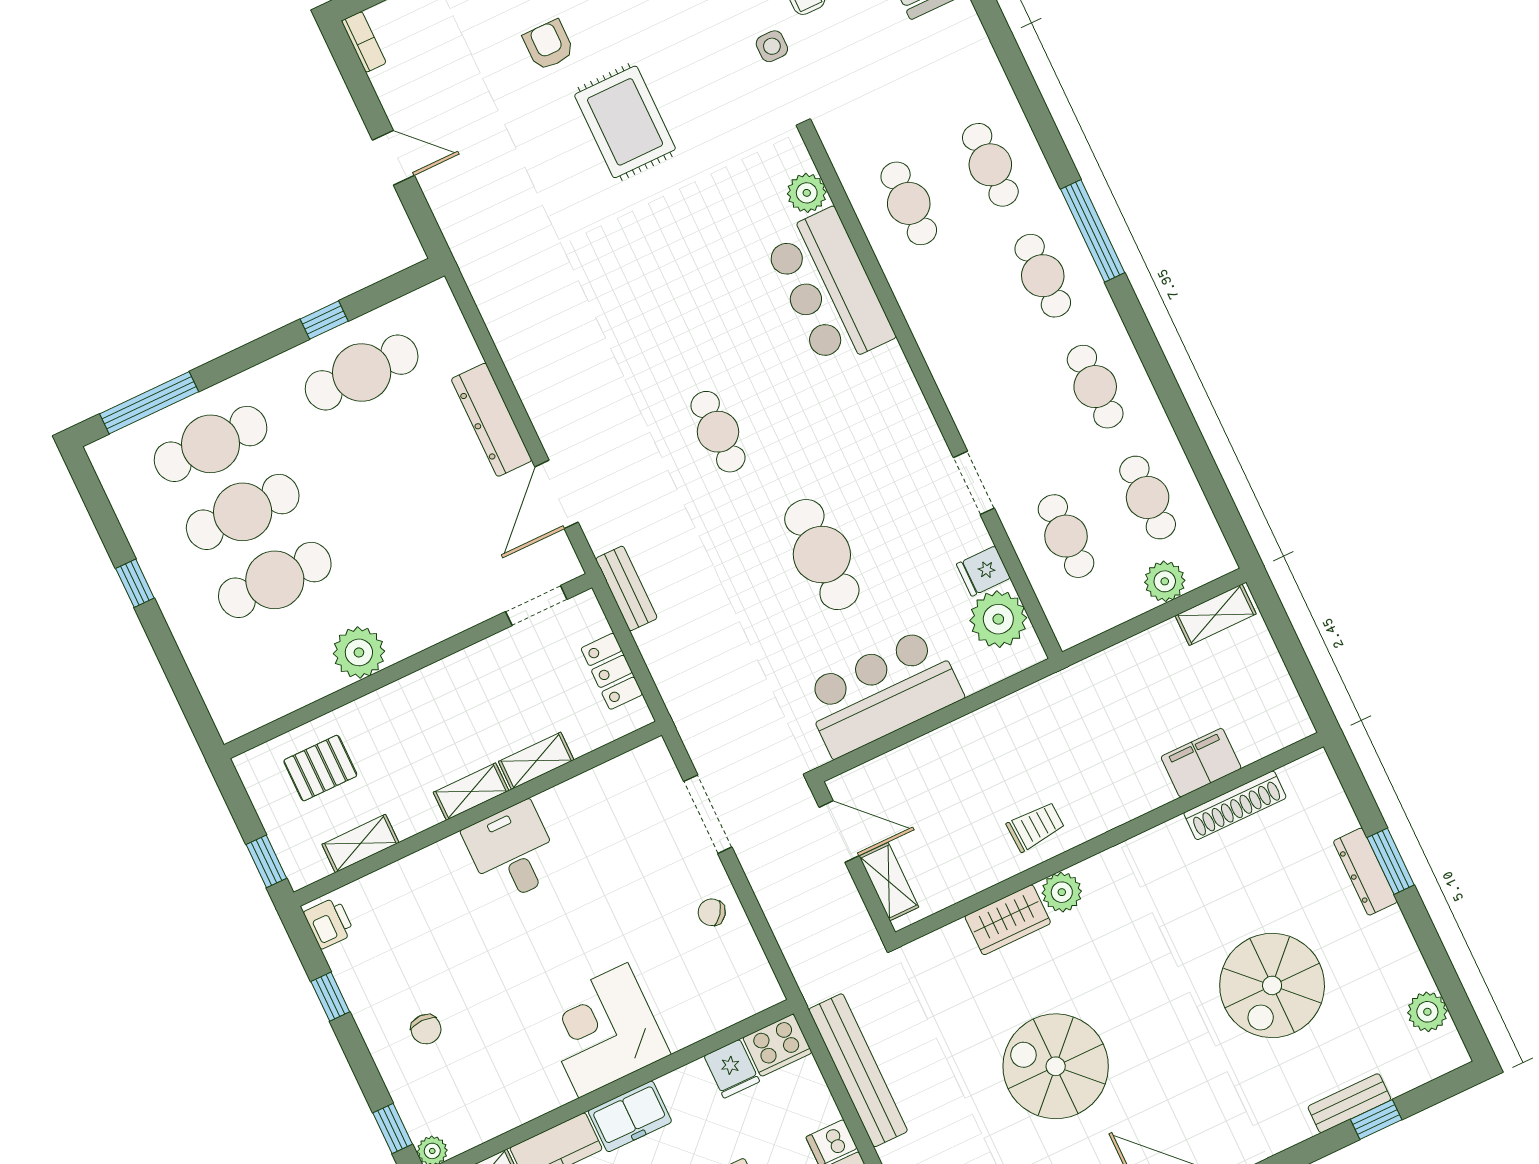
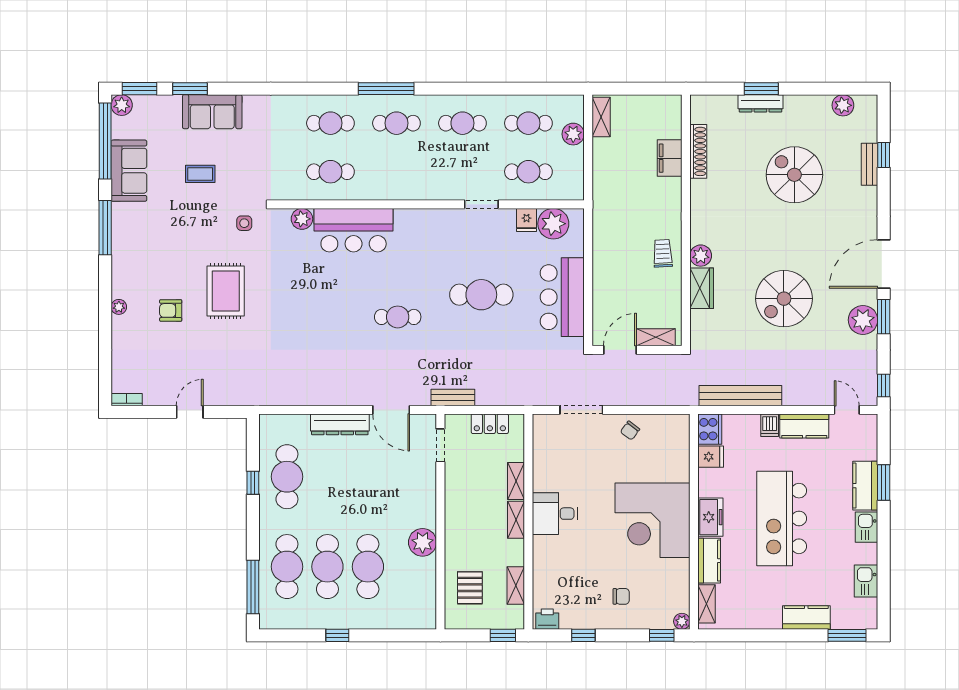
side table: (772, 46) -> (244, 223), moved
rug: (625, 122) -> (226, 291), turned 90
spiral stairs: (1272, 985) -> (794, 175), turned 180
corner desk: (603, 1030) -> (653, 520), width x1.36, depth x1.36

